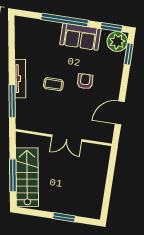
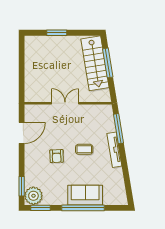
sofa: (80, 37) -> (85, 195), moved

